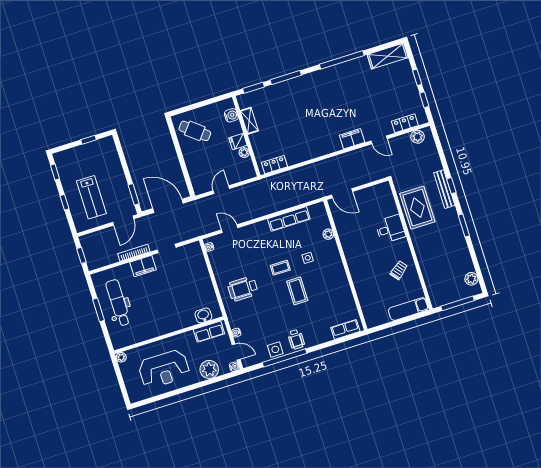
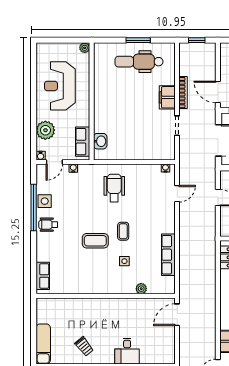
dental chair: (118, 303) -> (139, 62), turned 180

